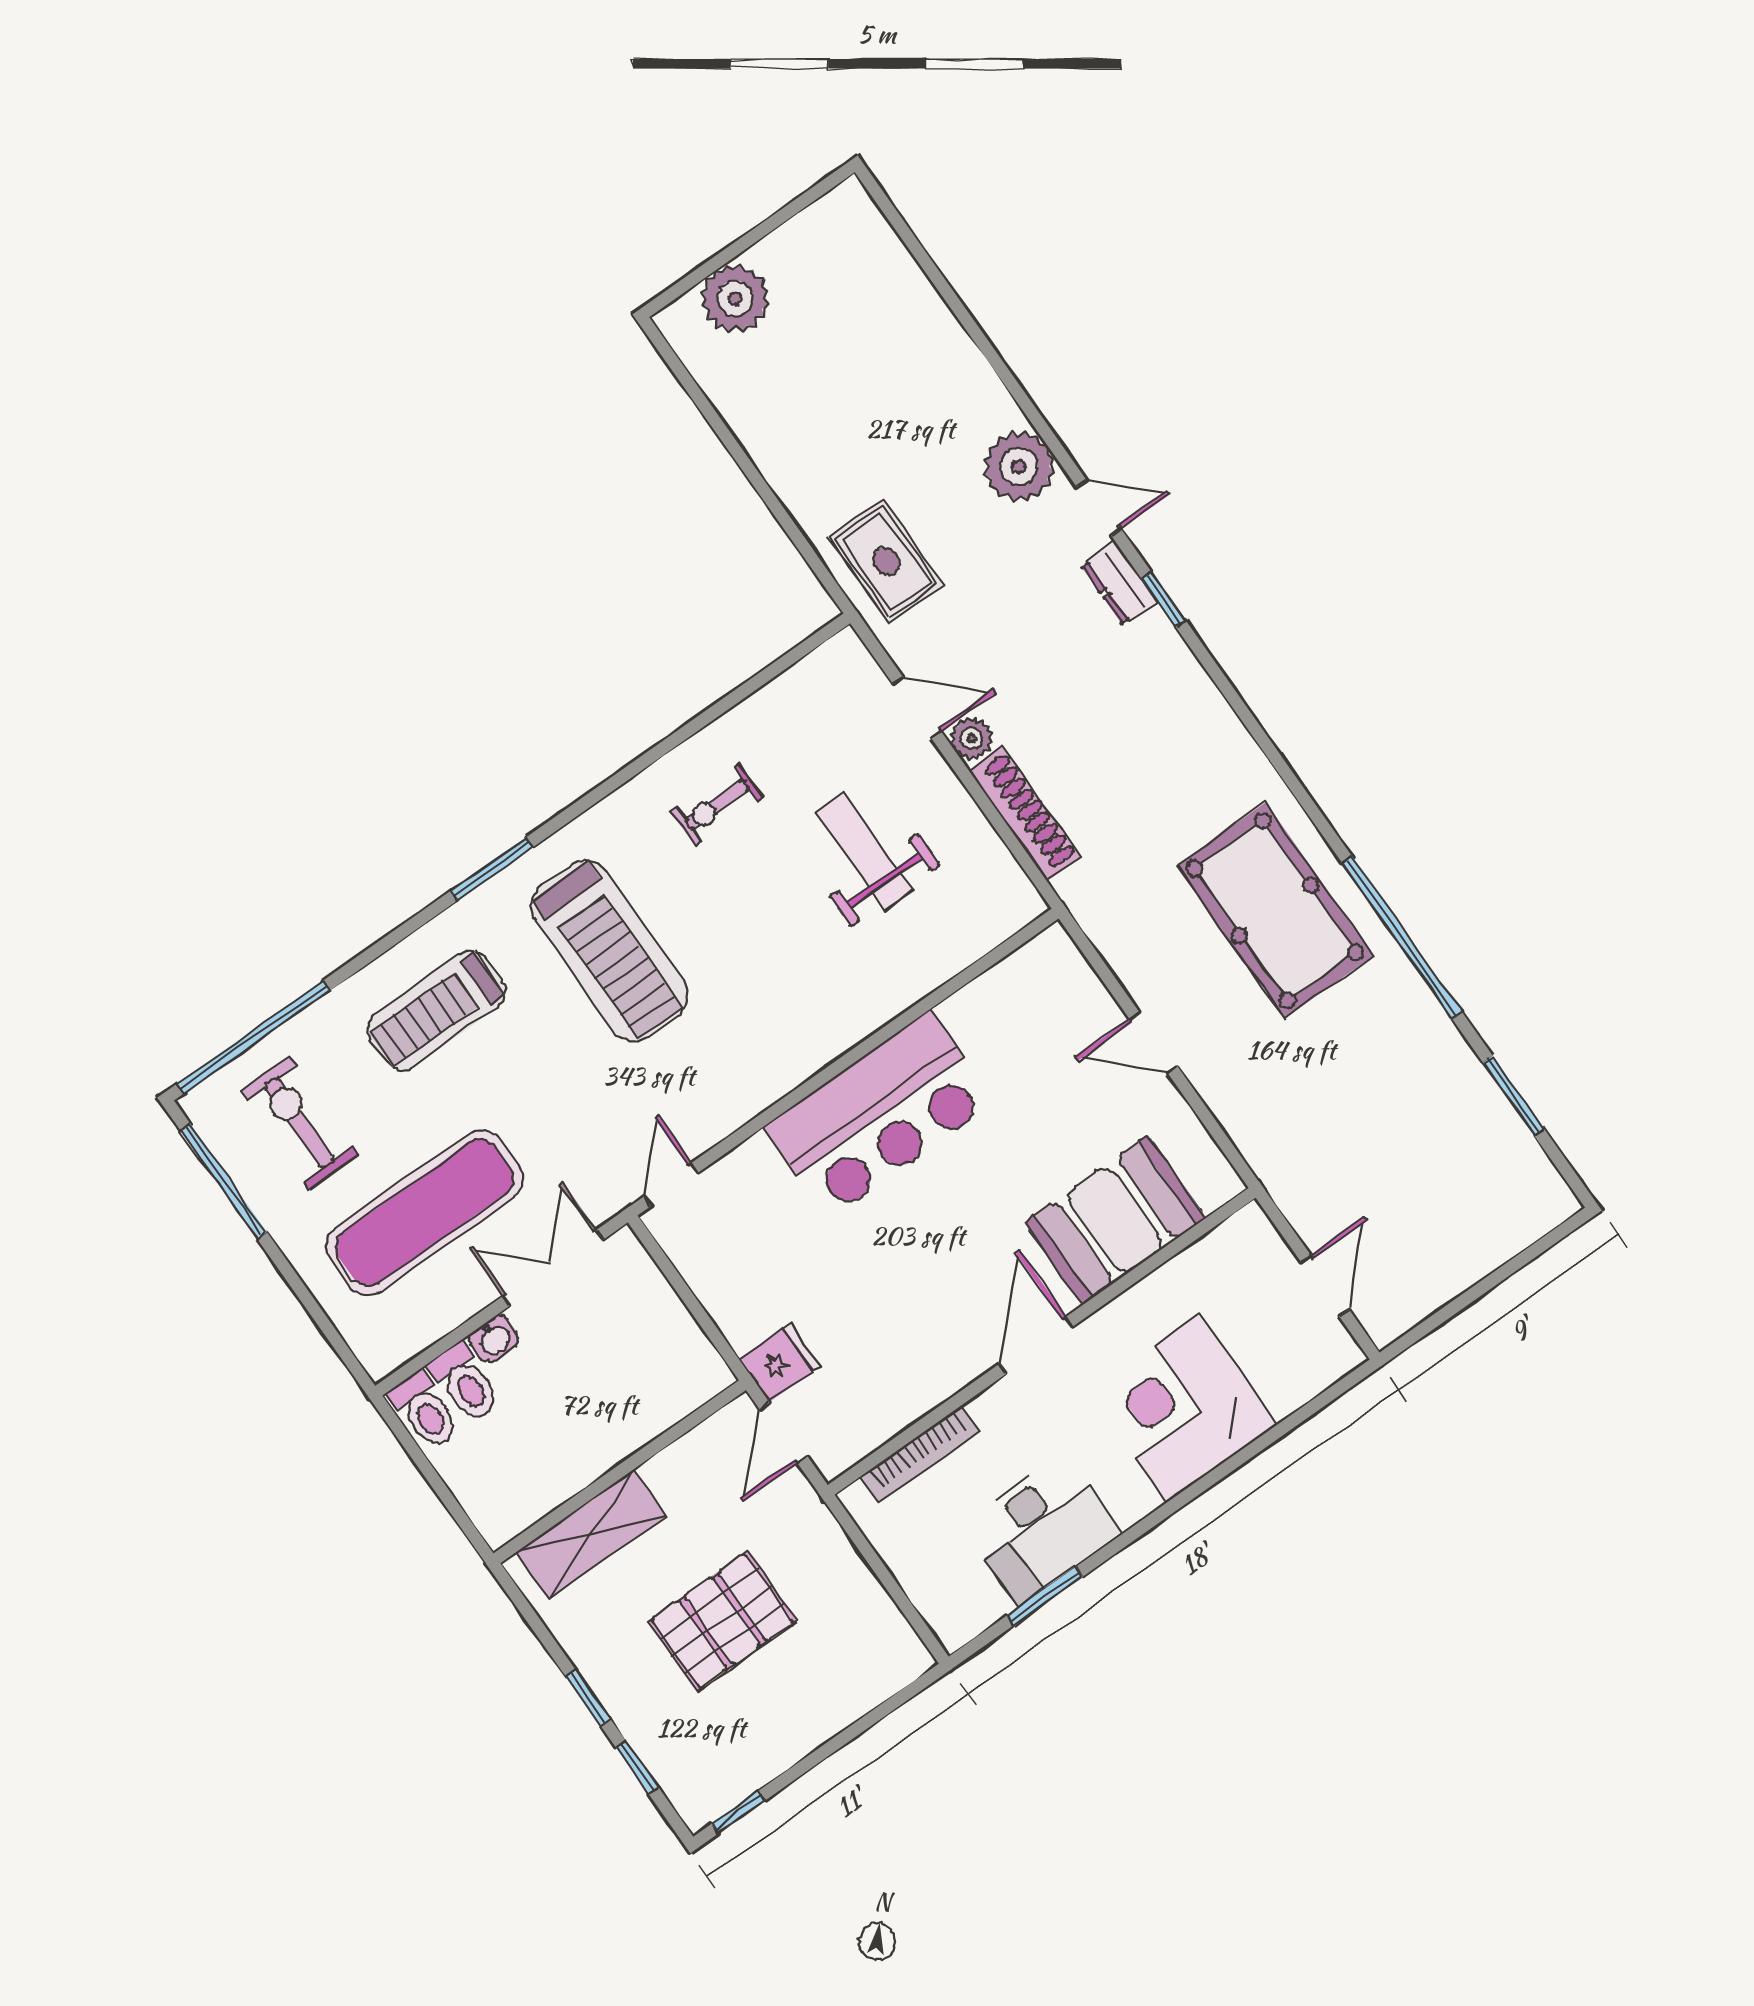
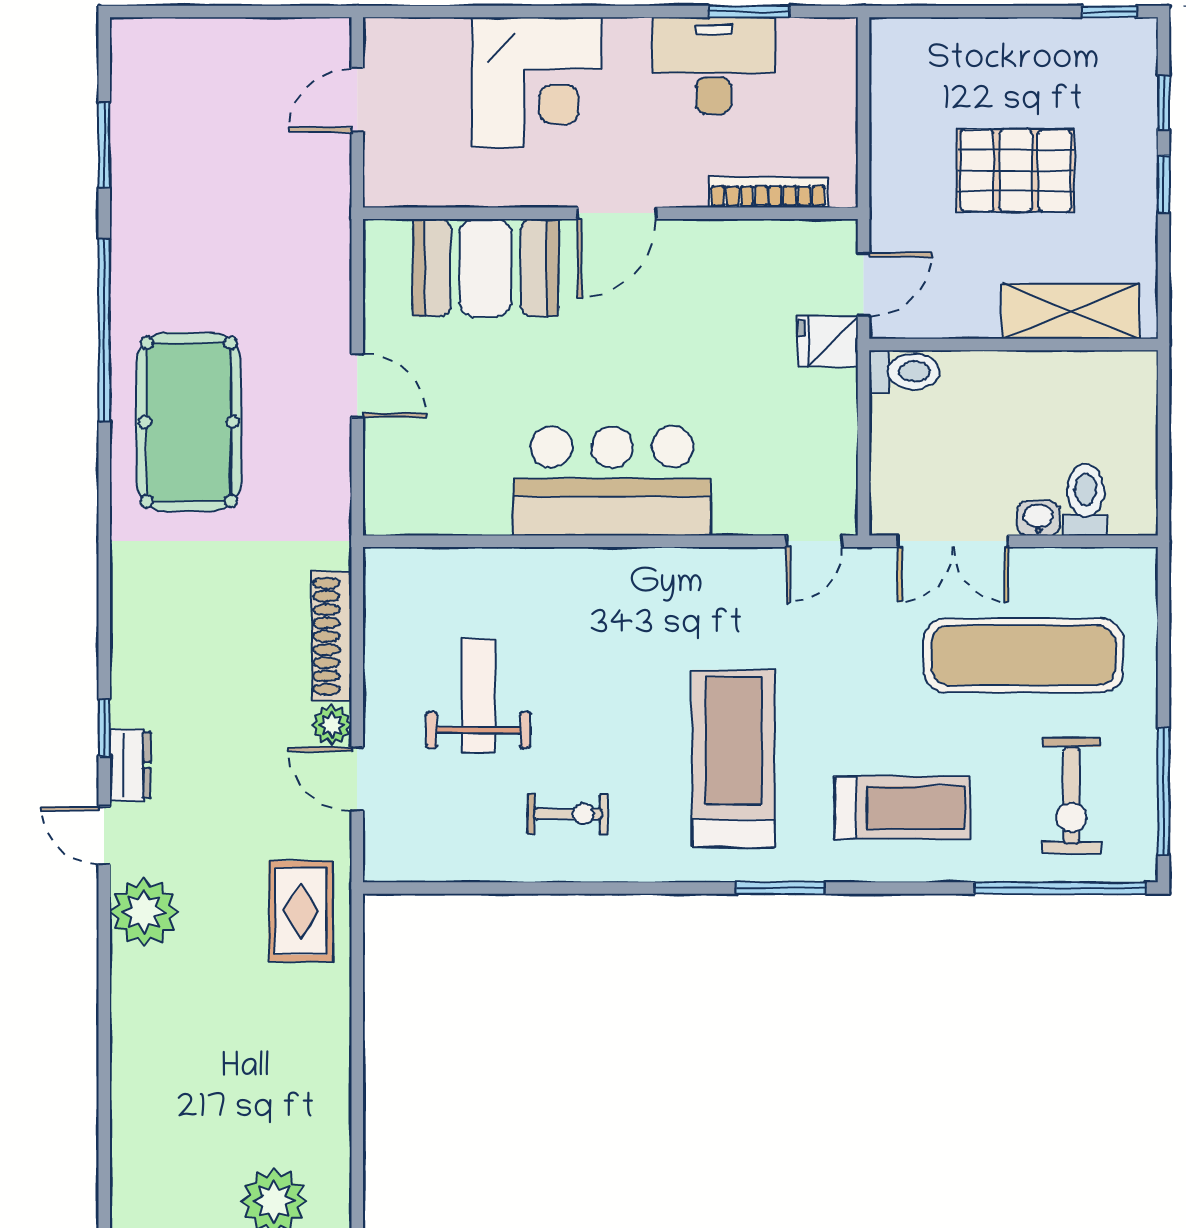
weight bench: (864, 851) -> (478, 696), turned 180
toilet: (425, 1410) -> (904, 371), moved, turned 90

